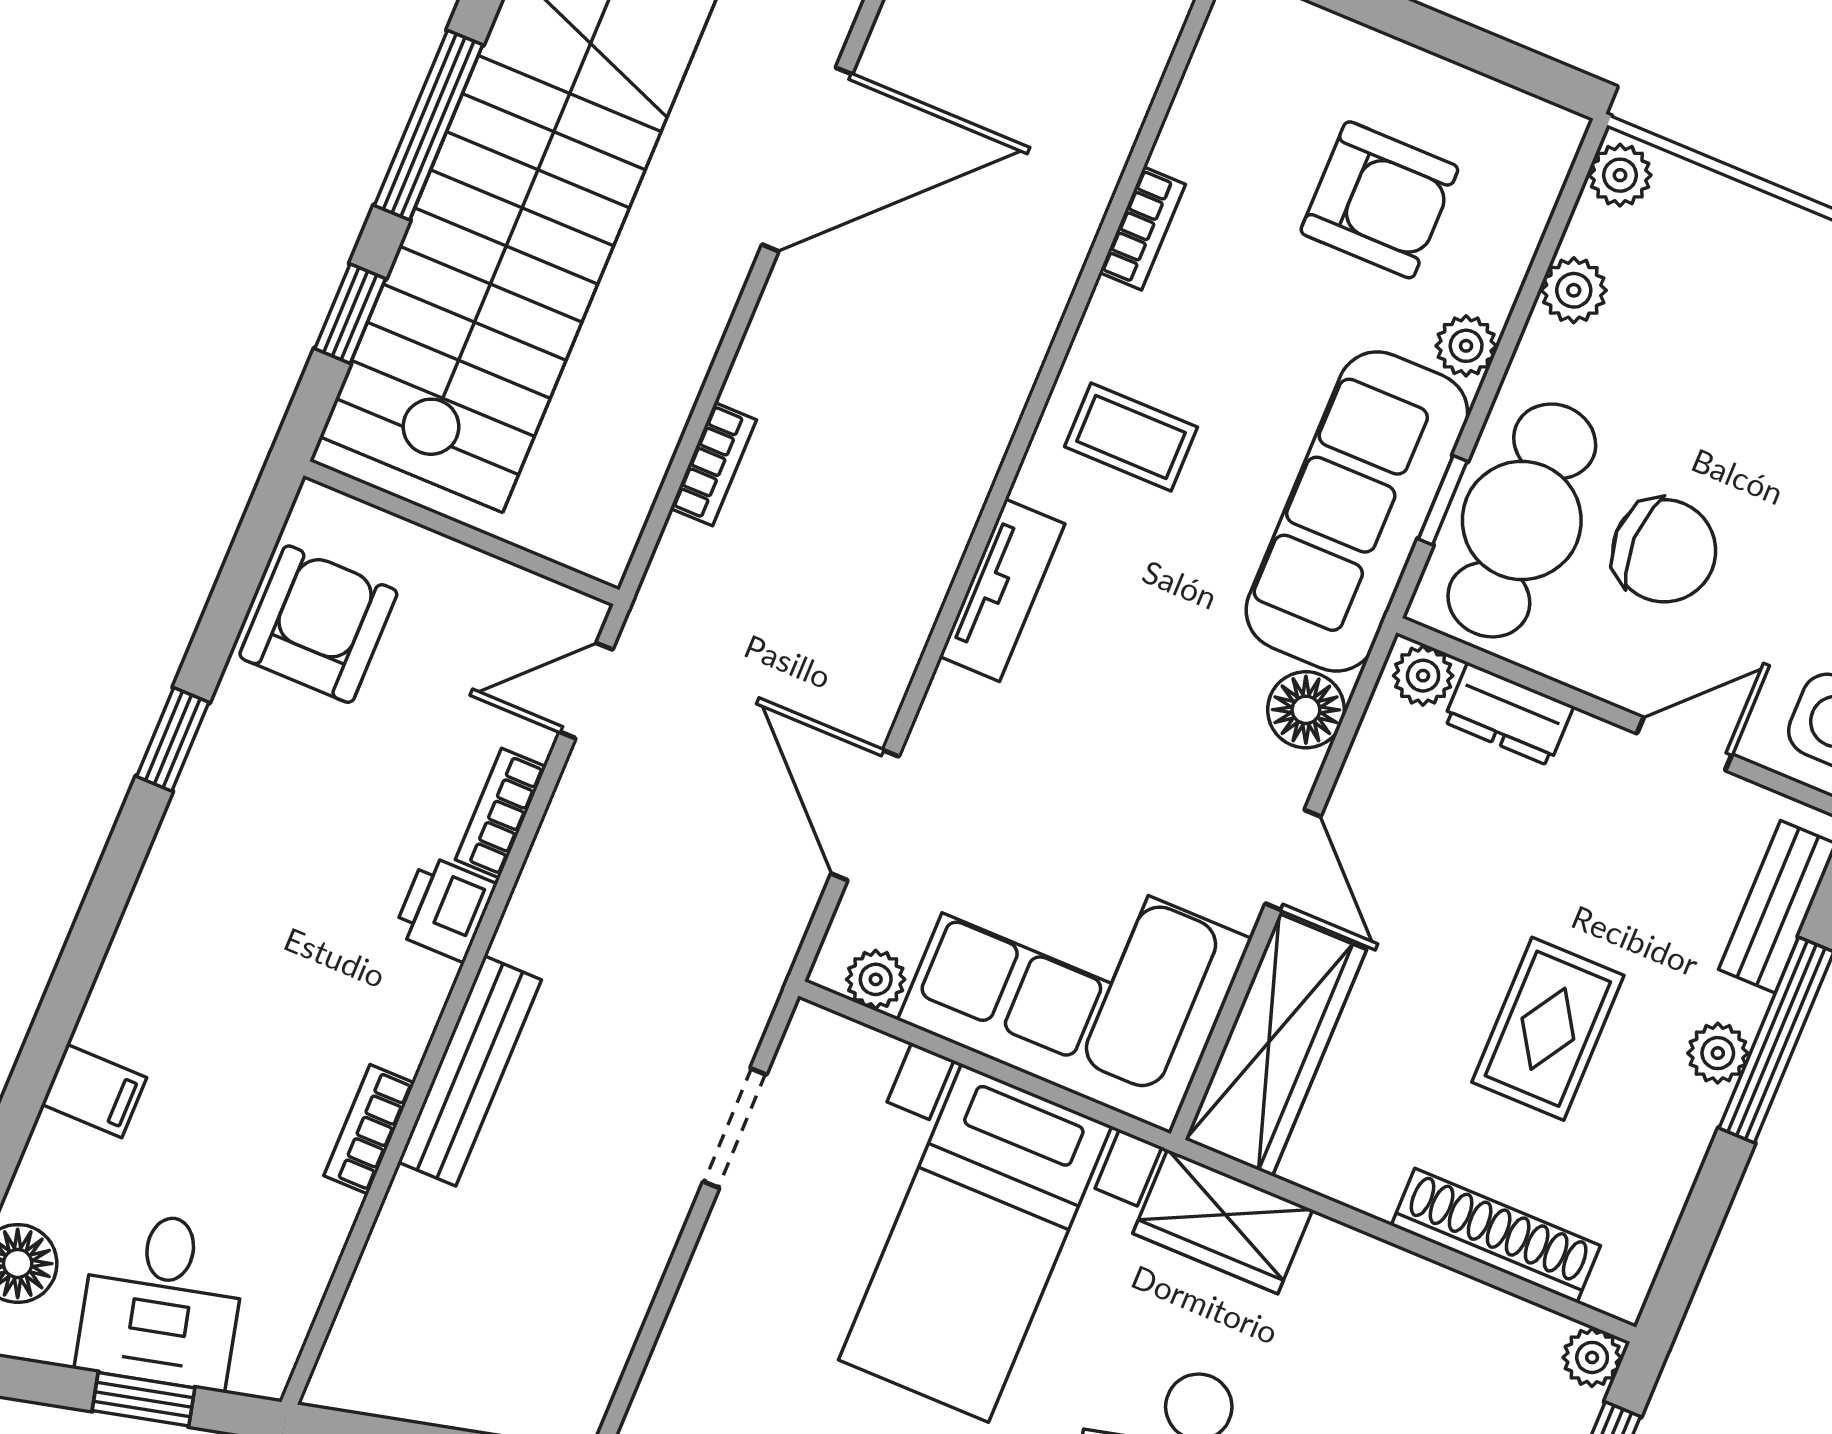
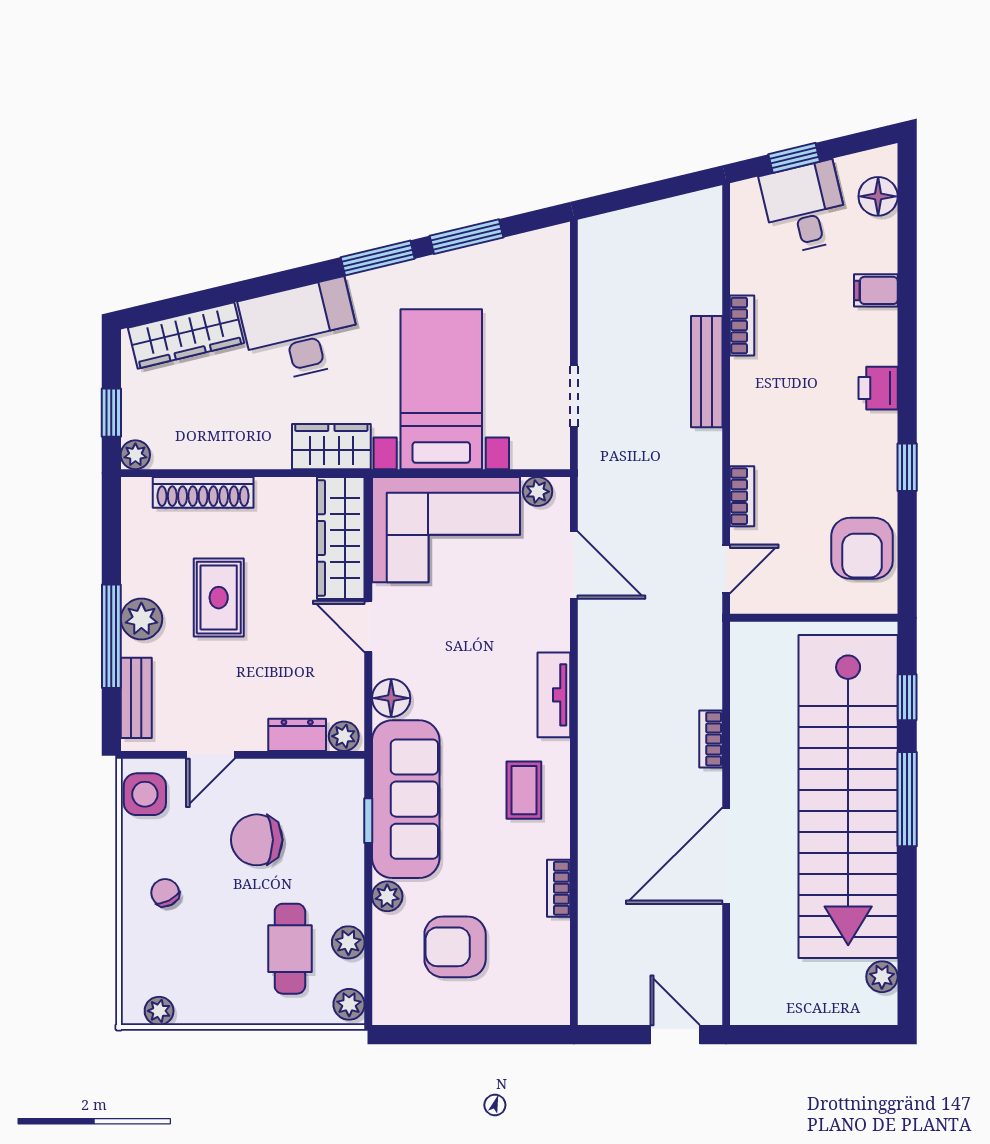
coffee table: (1131, 437) -> (524, 790), turned 90
bookcase: (713, 464) -> (711, 739), moved
cafe table: (1522, 520) -> (290, 949), moved, width x0.73, depth x0.74
printer: (445, 908) -> (878, 388), moved, turned 180
plant: (1718, 1053) -> (141, 619), width x1.38, depth x1.38

